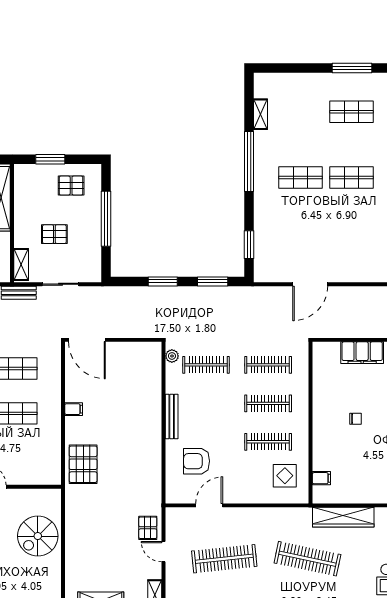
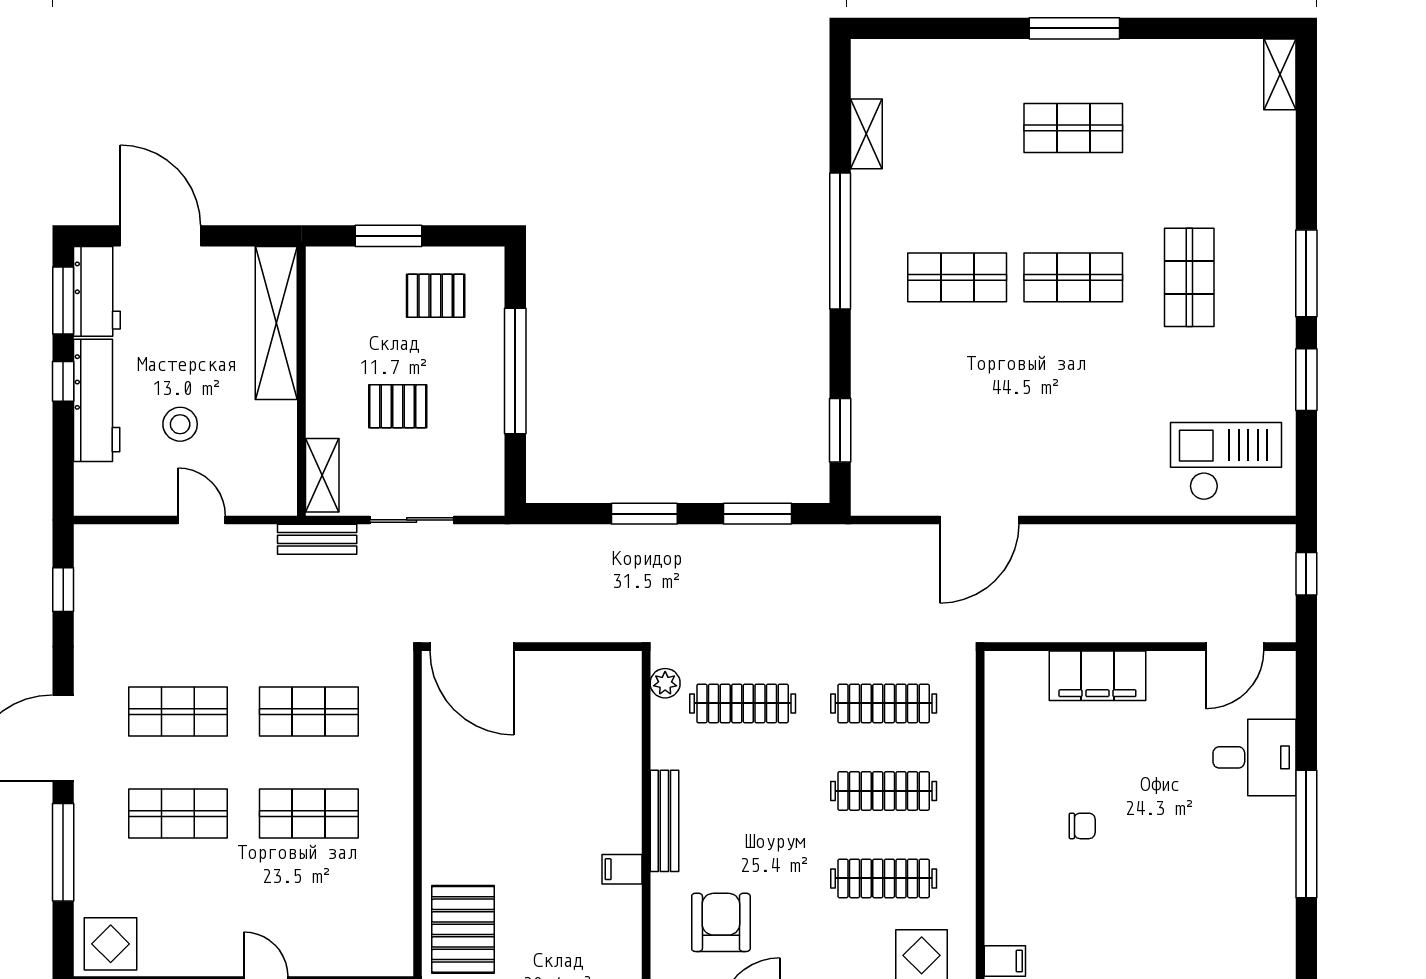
filing cabinet: (74, 409) -> (622, 869), moved, turned 180
armchair: (197, 461) -> (721, 922), turned 90

